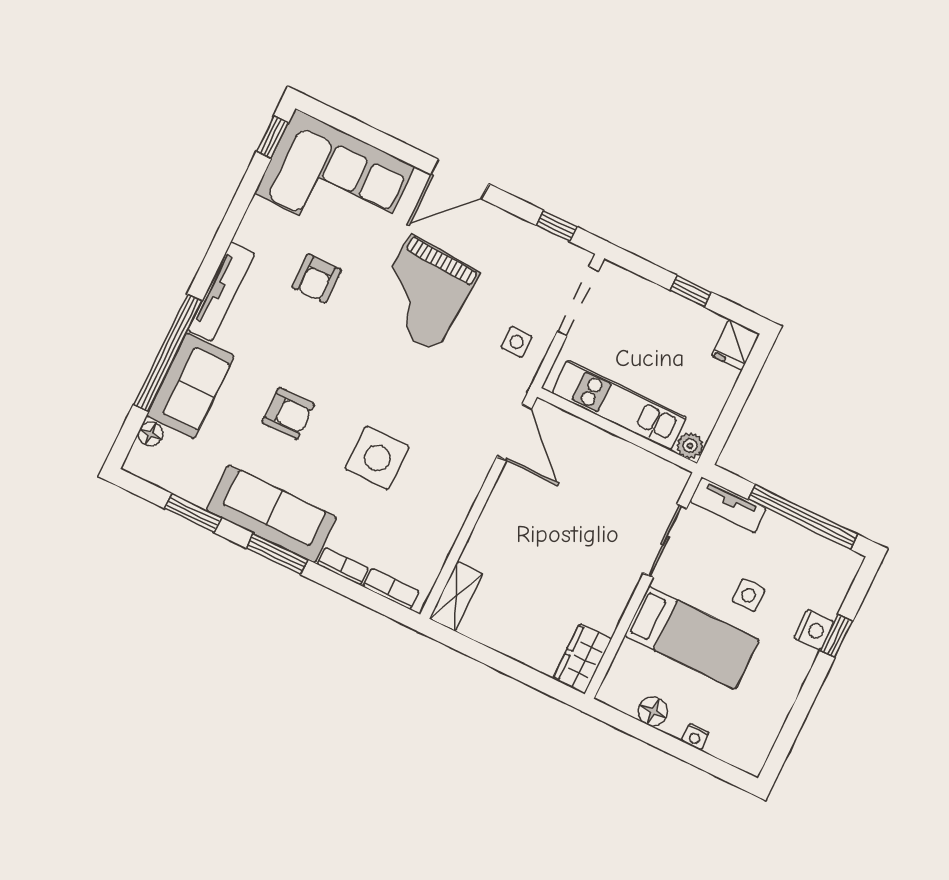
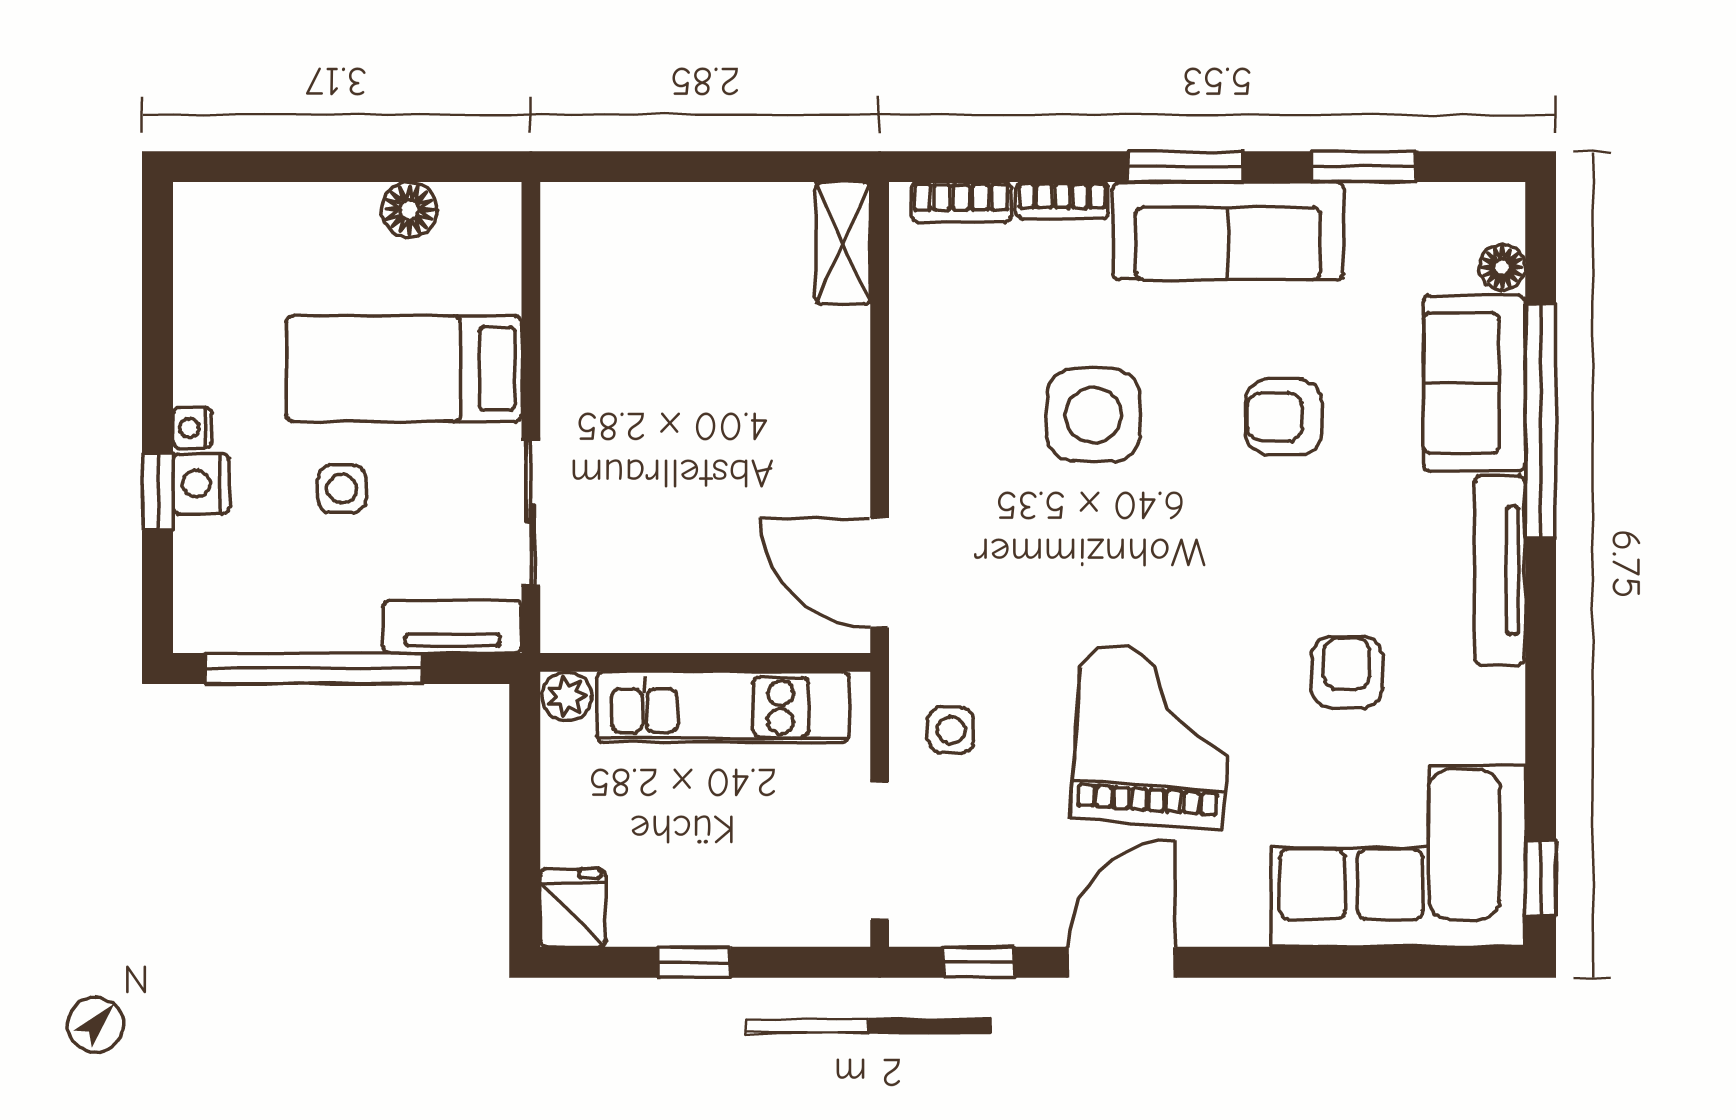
door: (460, 179) -> (1122, 962), moved
wardrobe: (582, 659) -> (574, 241), removed
nightstand: (695, 737) -> (192, 428), moved, turned -90

